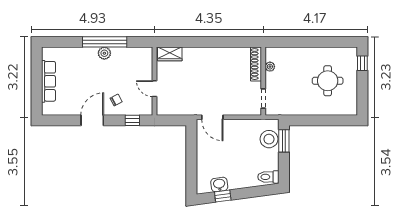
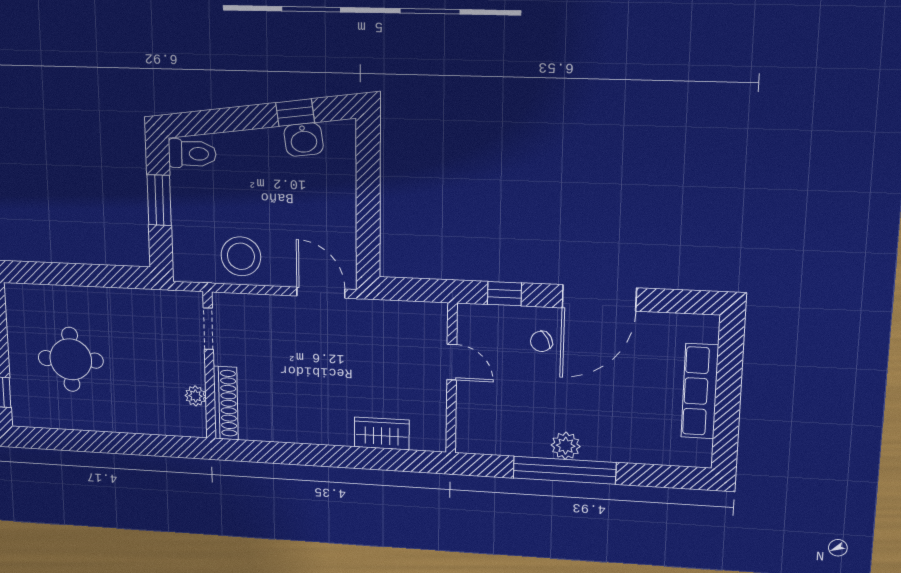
wardrobe: (170, 54) -> (382, 434), moved
door: (92, 120) -> (599, 298), width x1.36
stool: (269, 139) -> (241, 256), moved
window: (284, 141) -> (159, 200), moved

